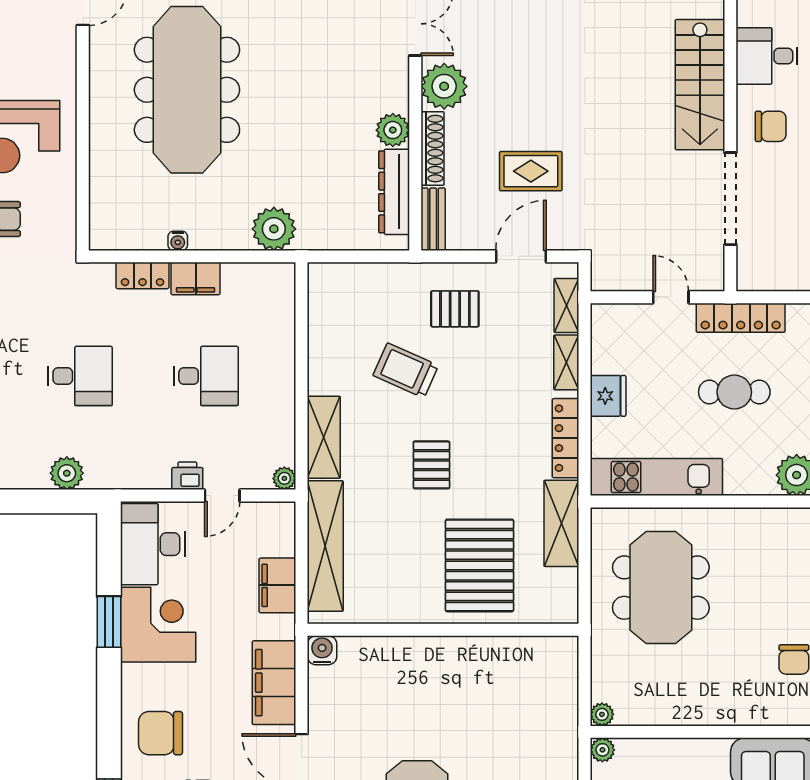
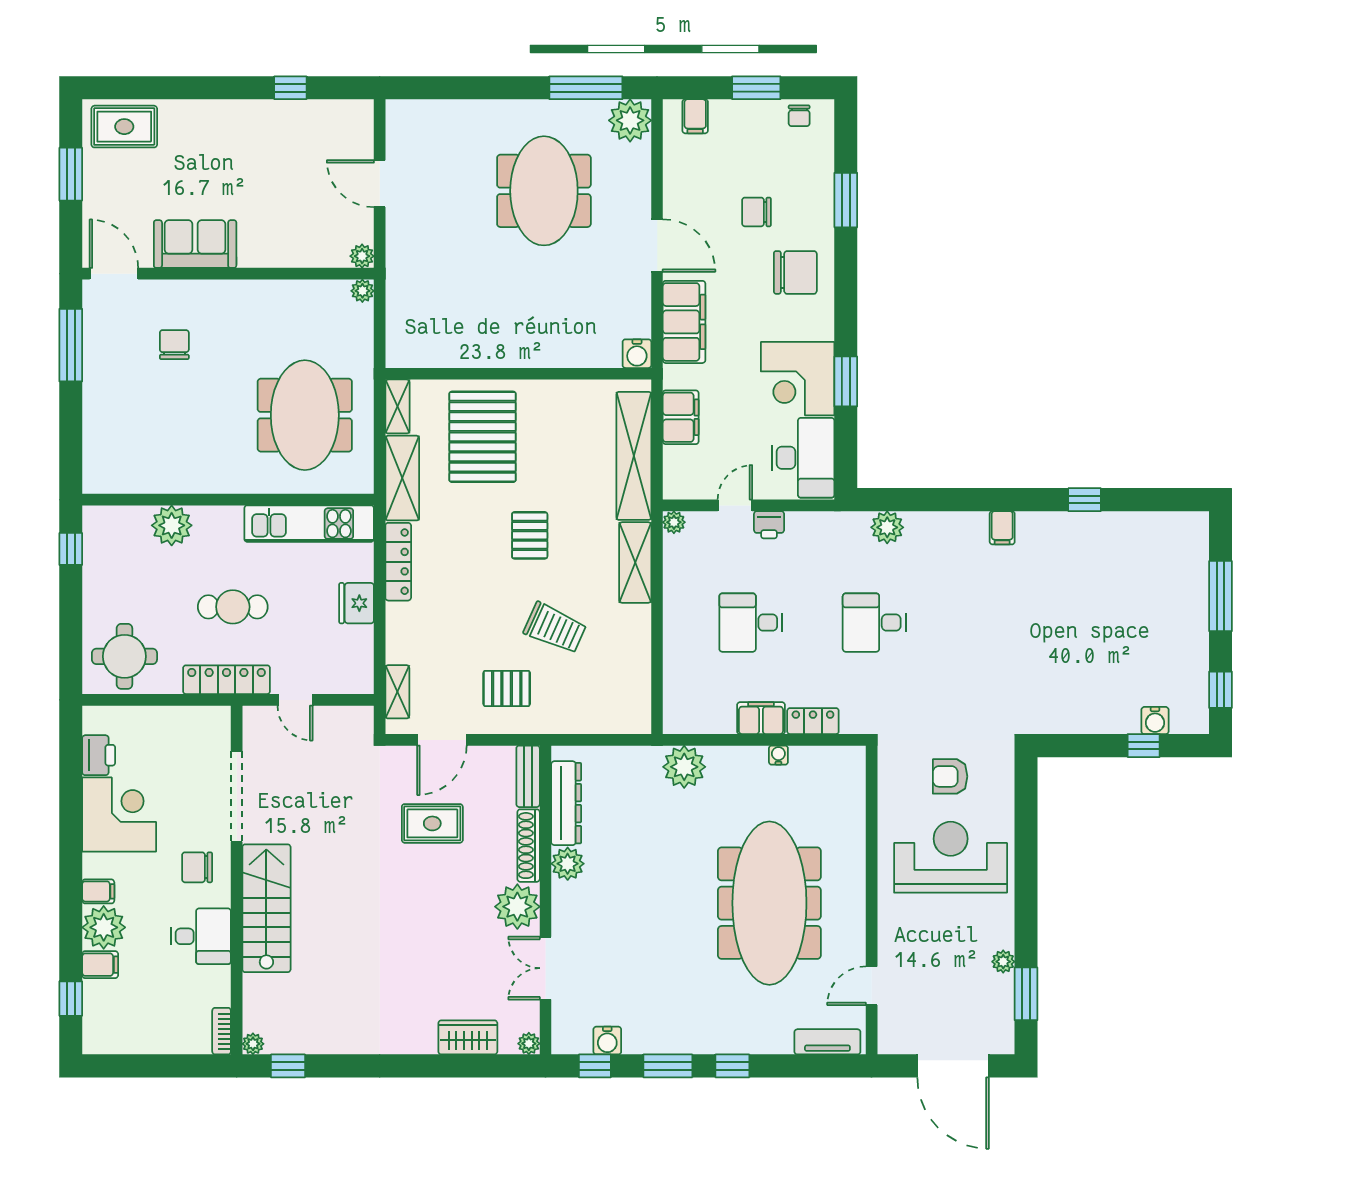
shelving: (566, 362) -> (397, 406), moved

